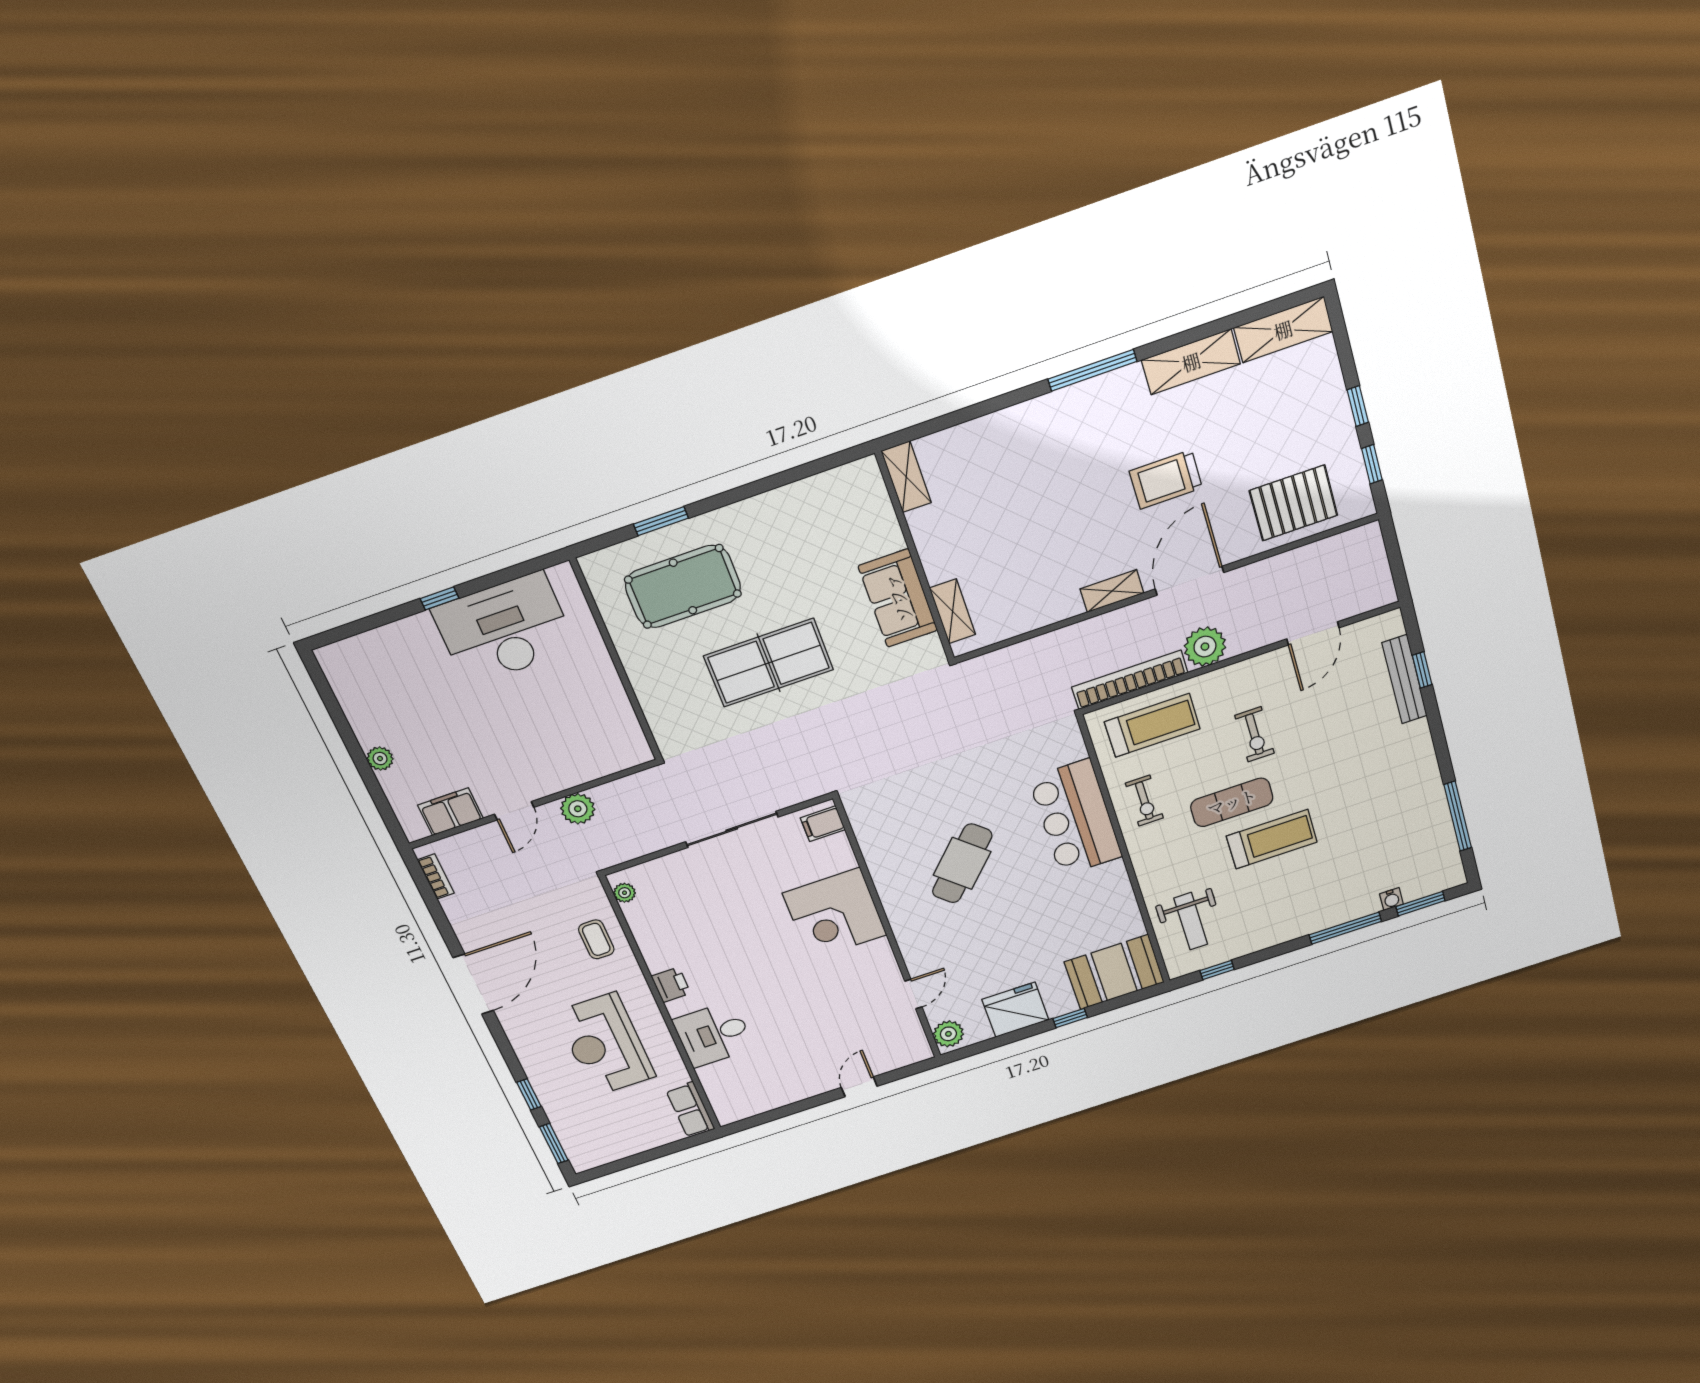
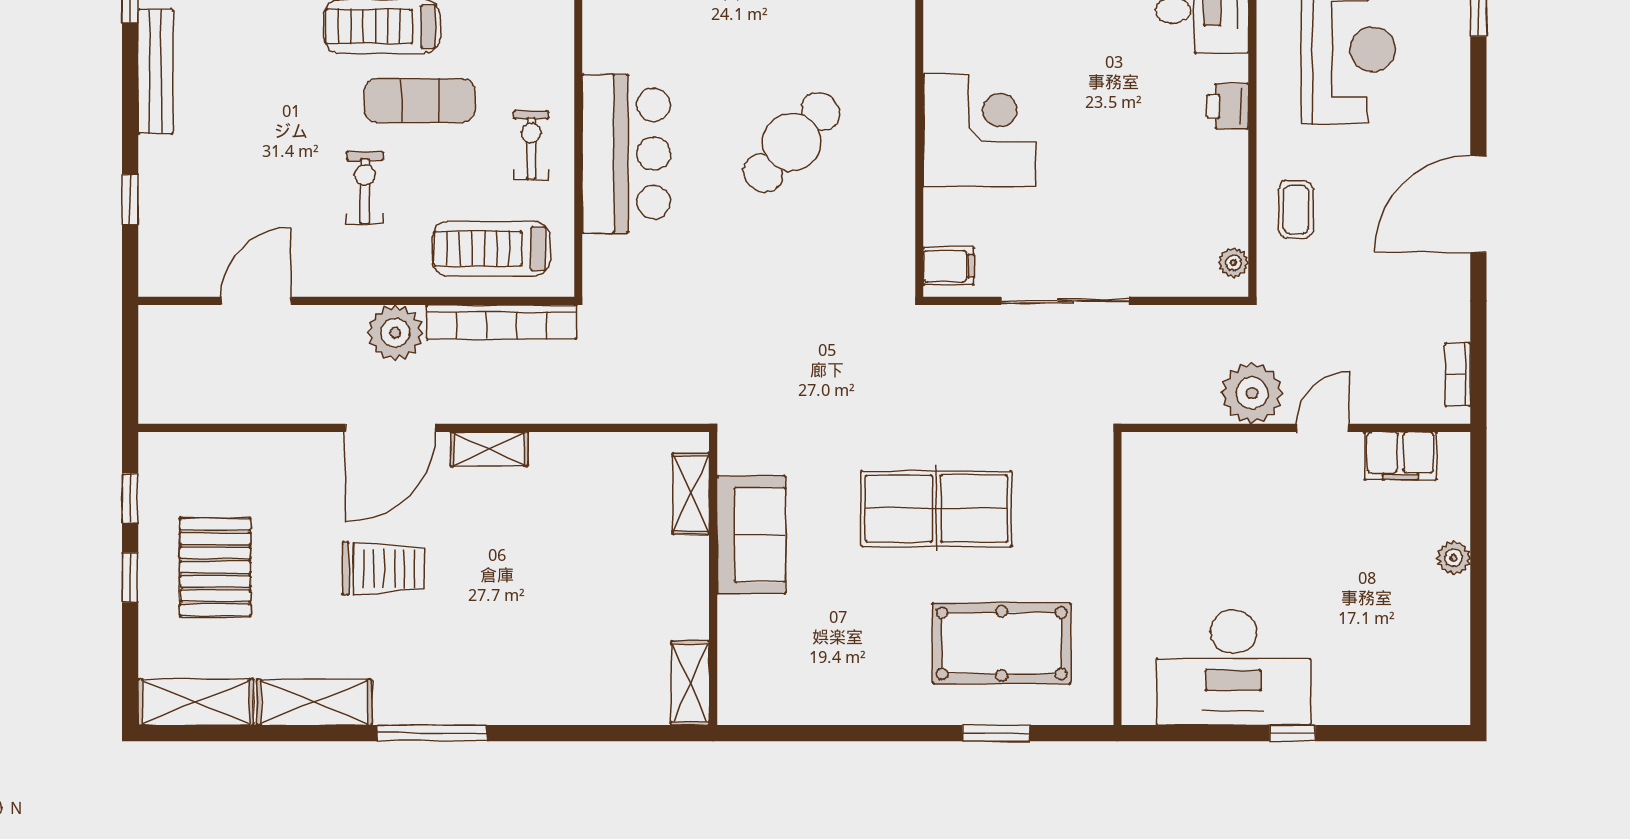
pallet: (1293, 503) -> (215, 567), moved, turned 90
bench: (1404, 679) -> (155, 71), moved
plant: (578, 809) -> (1252, 393), width x1.36, depth x1.36

